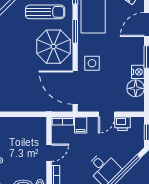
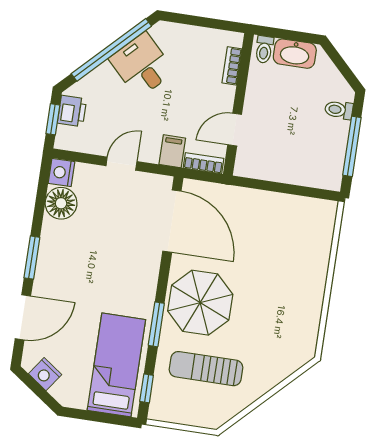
side table: (92, 63) -> (134, 261), removed
nightstand: (138, 72) -> (61, 172), moved
printer: (122, 124) -> (72, 111), moved, turned 90
door: (49, 153) -> (235, 130), moved

